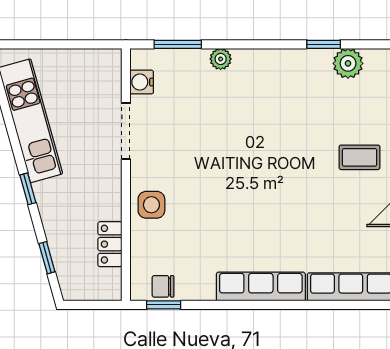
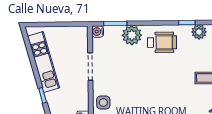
plant: (221, 59) -> (132, 35), width x1.87, depth x1.87
water cooler: (142, 82) -> (98, 32), moved
wheelchair: (273, 84) -> (162, 42), added

